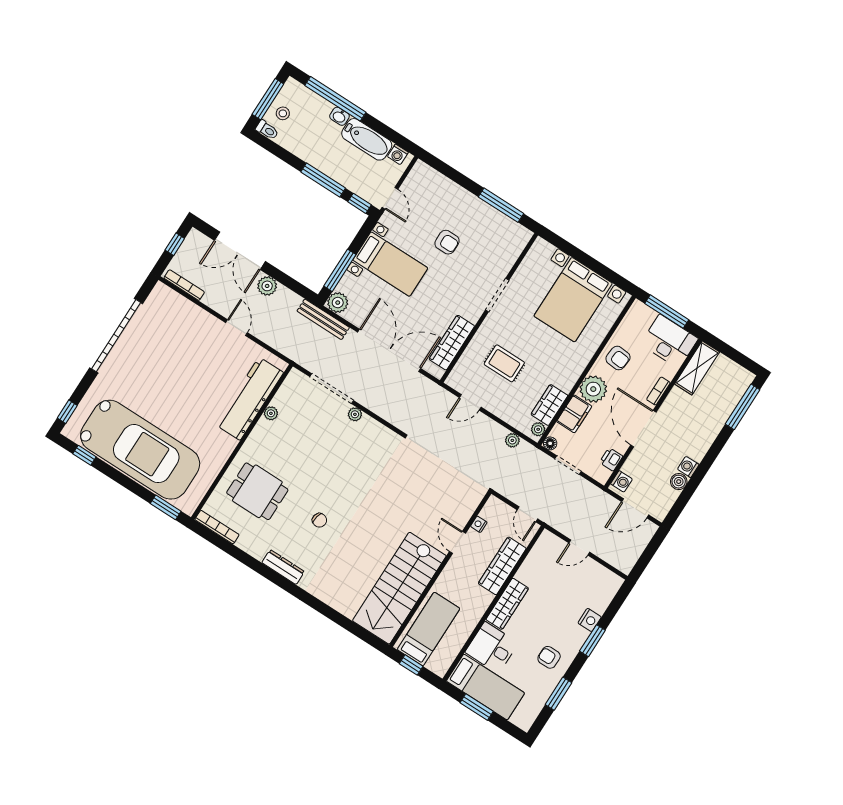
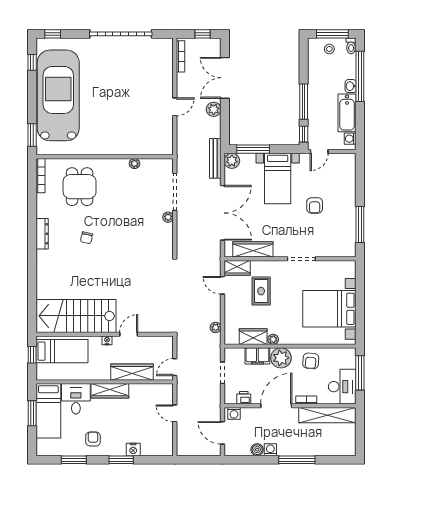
toilet: (267, 130) -> (351, 46), moved
shelving: (697, 368) -> (327, 415), width x1.47
wardrobe: (461, 373) -> (237, 268), added
workbench: (250, 399) -> (135, 144), removed
window: (743, 407) -> (297, 460), moved
plant: (538, 429) -> (273, 339), moved
floor lamp: (550, 443) -> (229, 353), removed
car: (140, 450) -> (58, 95), turned 180
nightstand: (479, 524) -> (107, 340), moved

